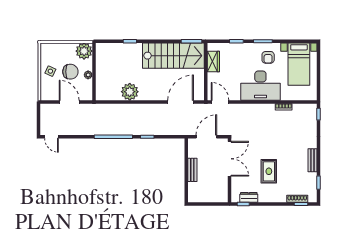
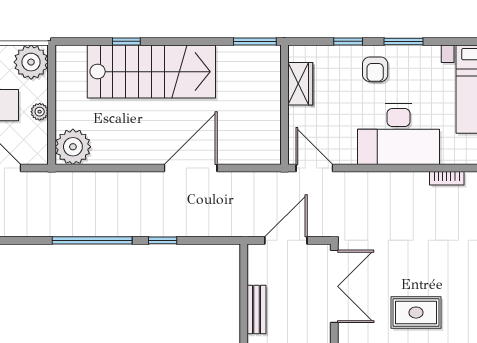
stairs: (173, 56) -> (151, 72), moved
armchair: (268, 57) -> (375, 69), moved
plant: (130, 92) -> (73, 147), moved
door: (181, 102) -> (191, 168), moved
rug: (269, 171) -> (416, 313), turned 90

